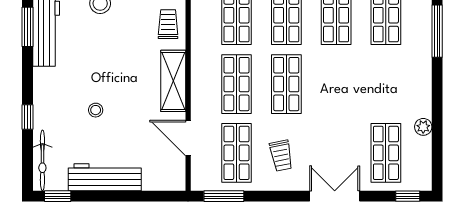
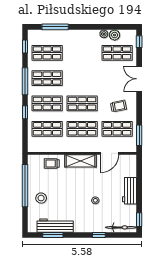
plant: (421, 148) -> (115, 35), added
workbench: (105, 177) -> (129, 191), width x0.73

